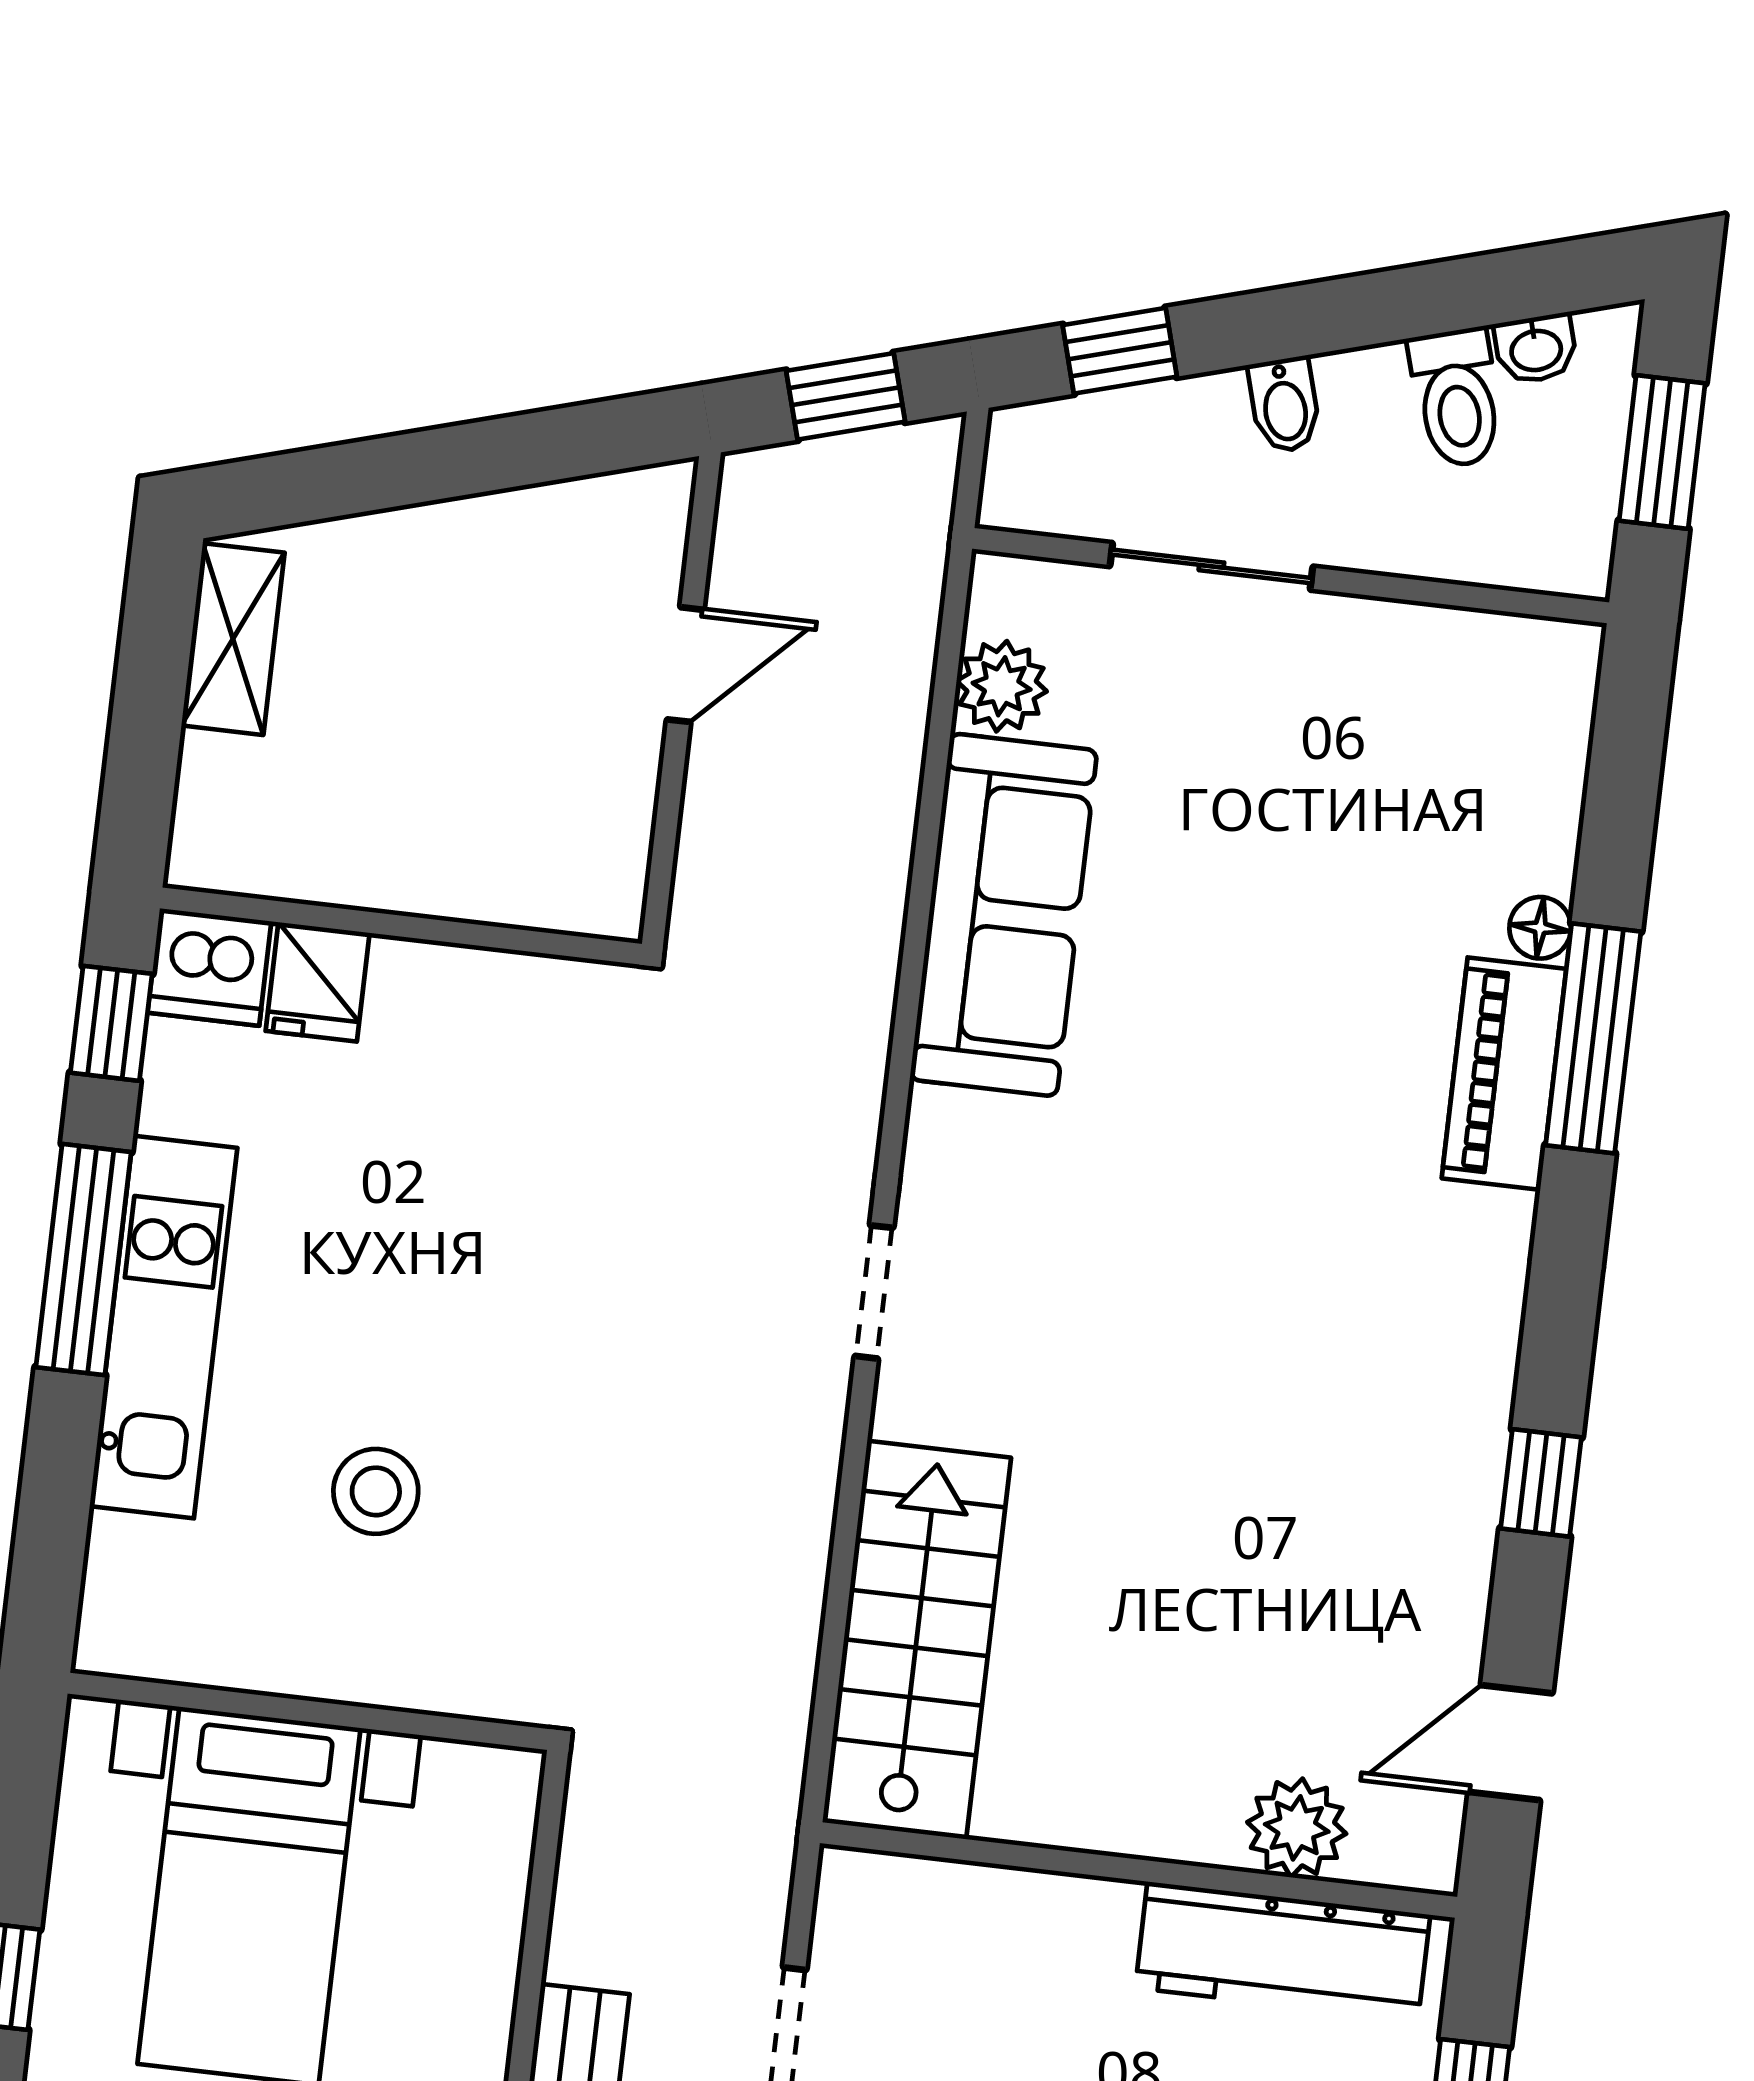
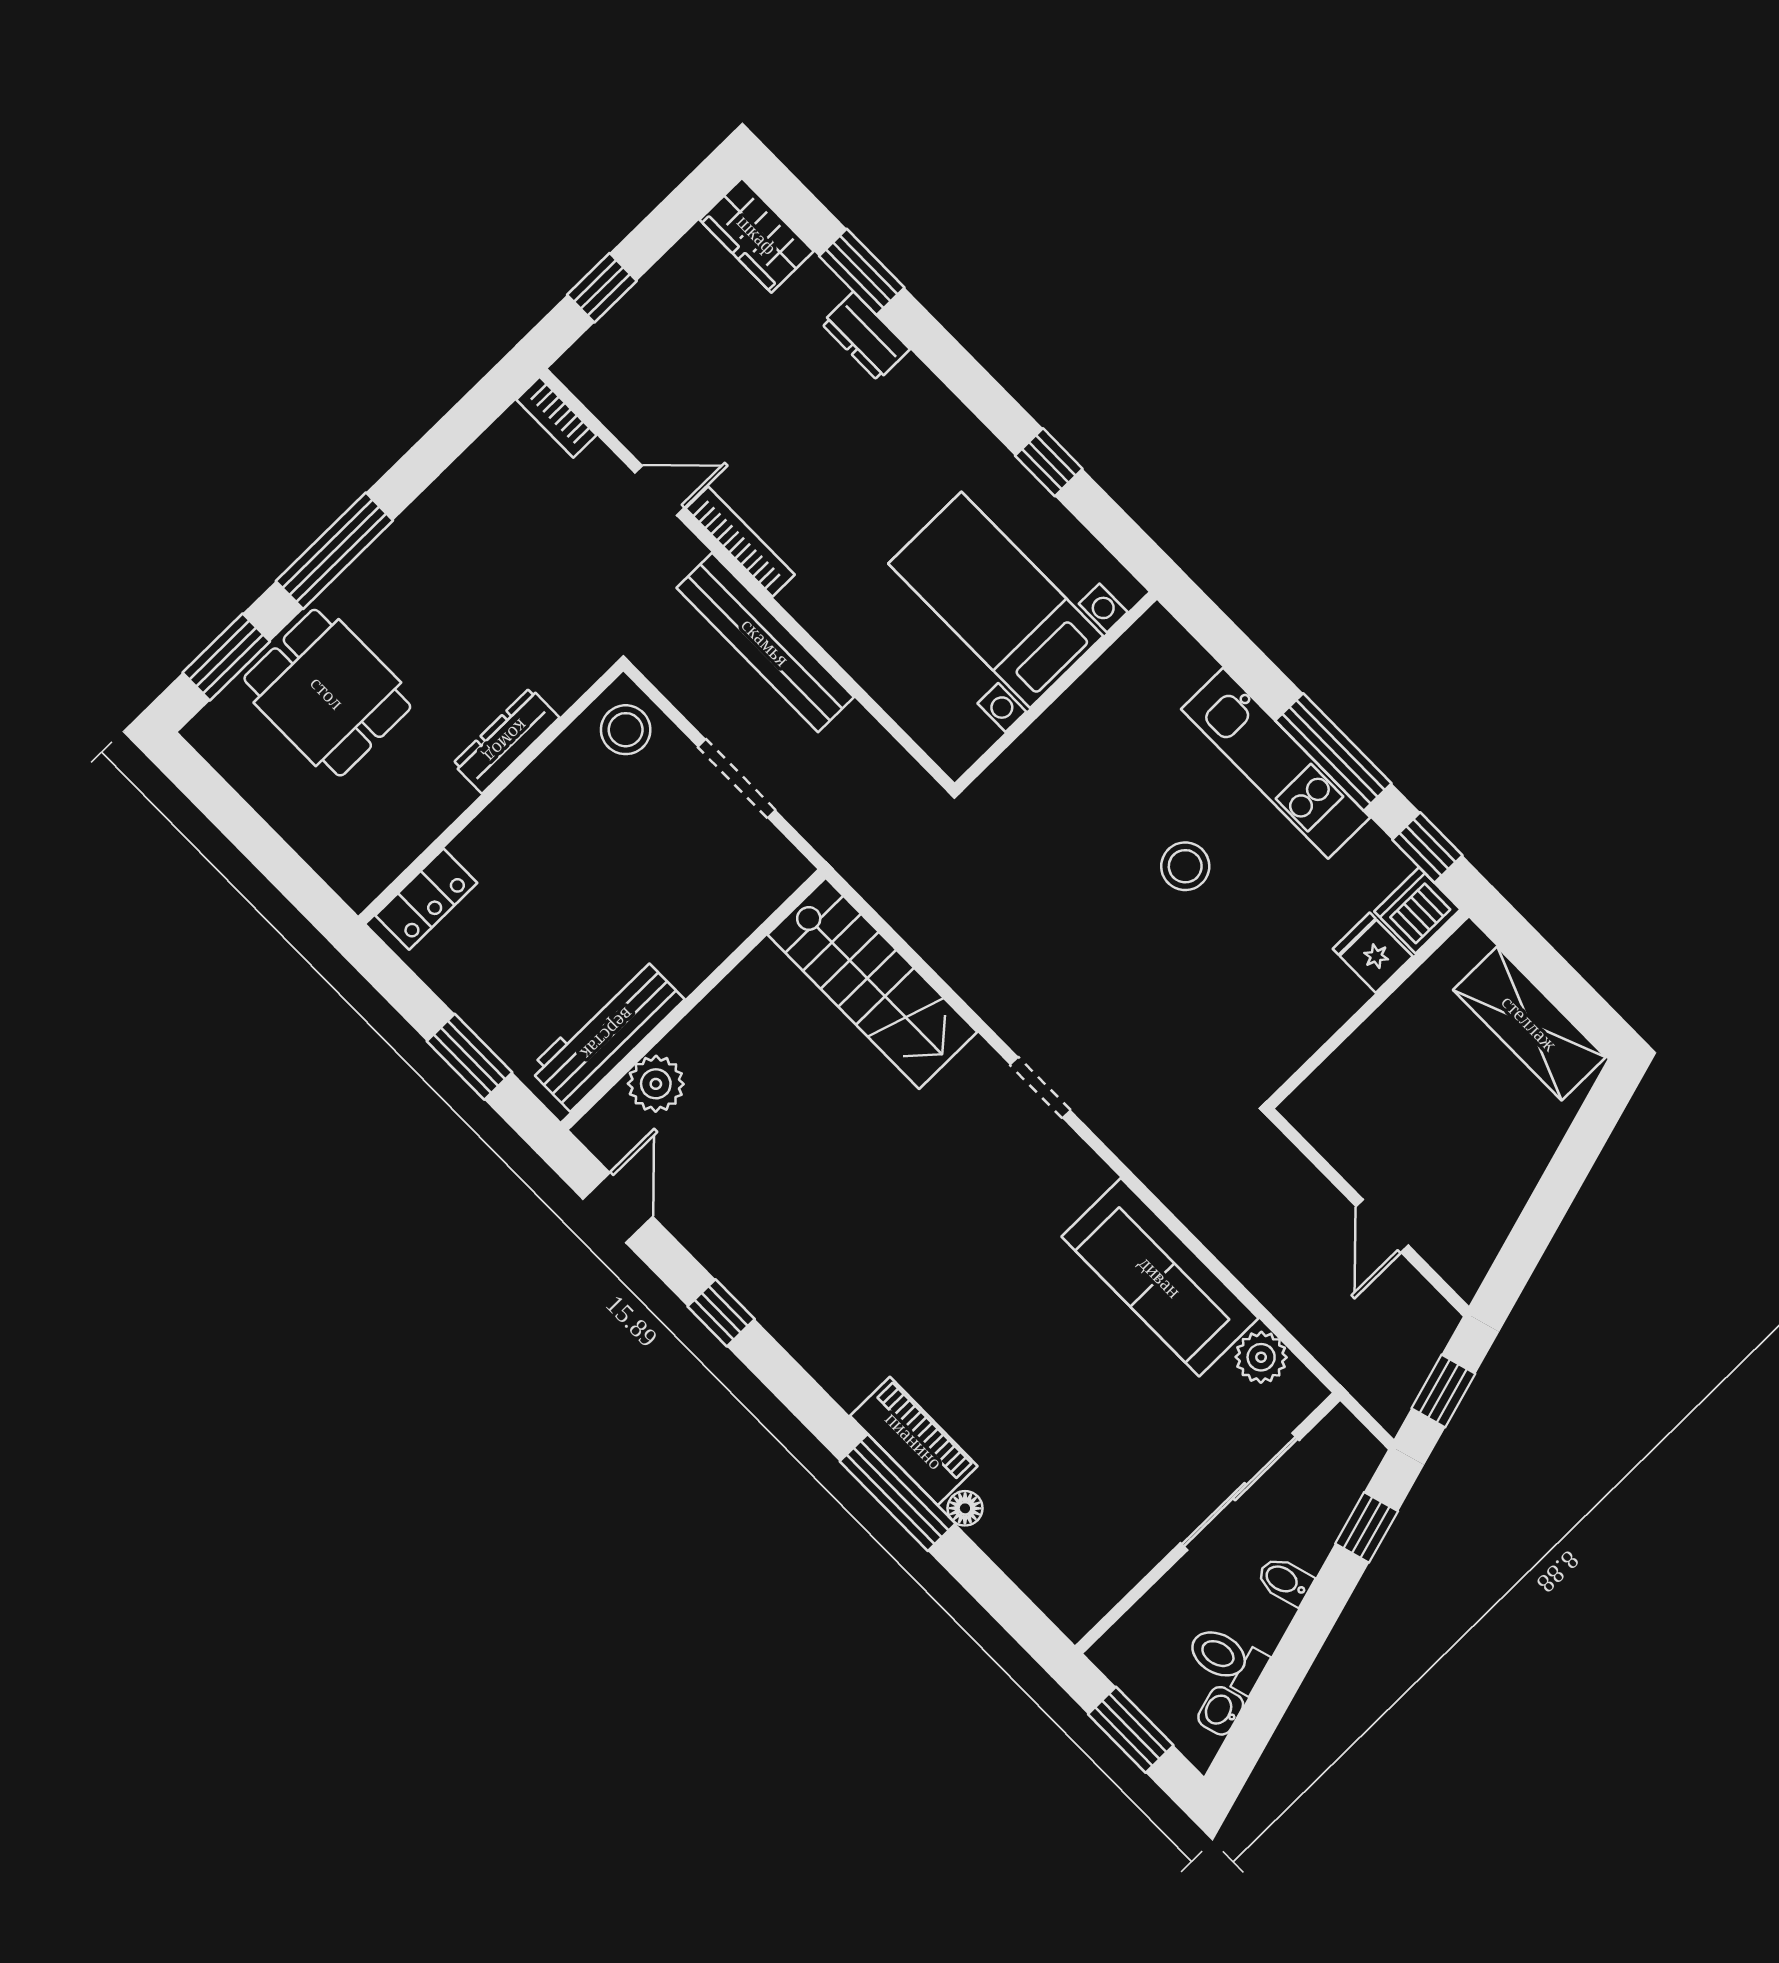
sliding door: (1211, 566) -> (1240, 1492), width x1.37
shelving: (233, 639) -> (1529, 1023), width x1.50, depth x1.33
stool: (376, 1491) -> (1185, 866), moved

